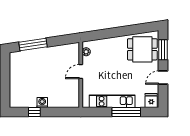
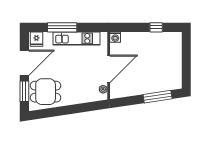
door: (81, 72) -> (109, 69), width x1.87
door: (163, 78) -> (24, 63), width x1.87
washing machine: (42, 103) -> (115, 37), moved

